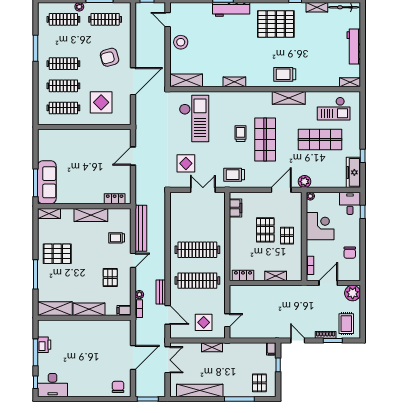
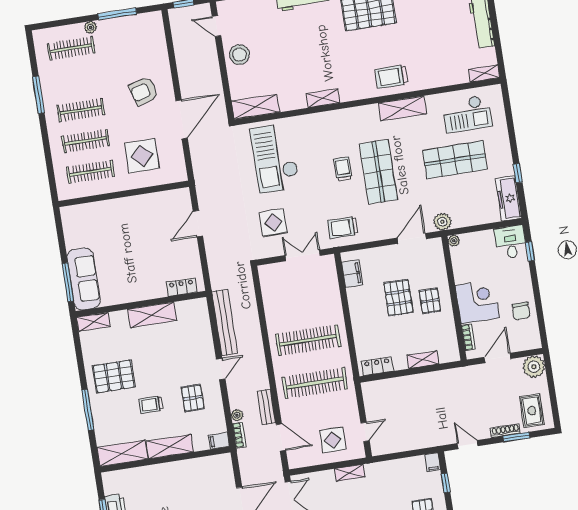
clothes rail: (105, 19) -> (129, 39), removed
checkout: (194, 119) -> (275, 158), turned 180
corner desk: (320, 226) -> (477, 302), moved
trolley: (117, 238) -> (151, 405), moved

